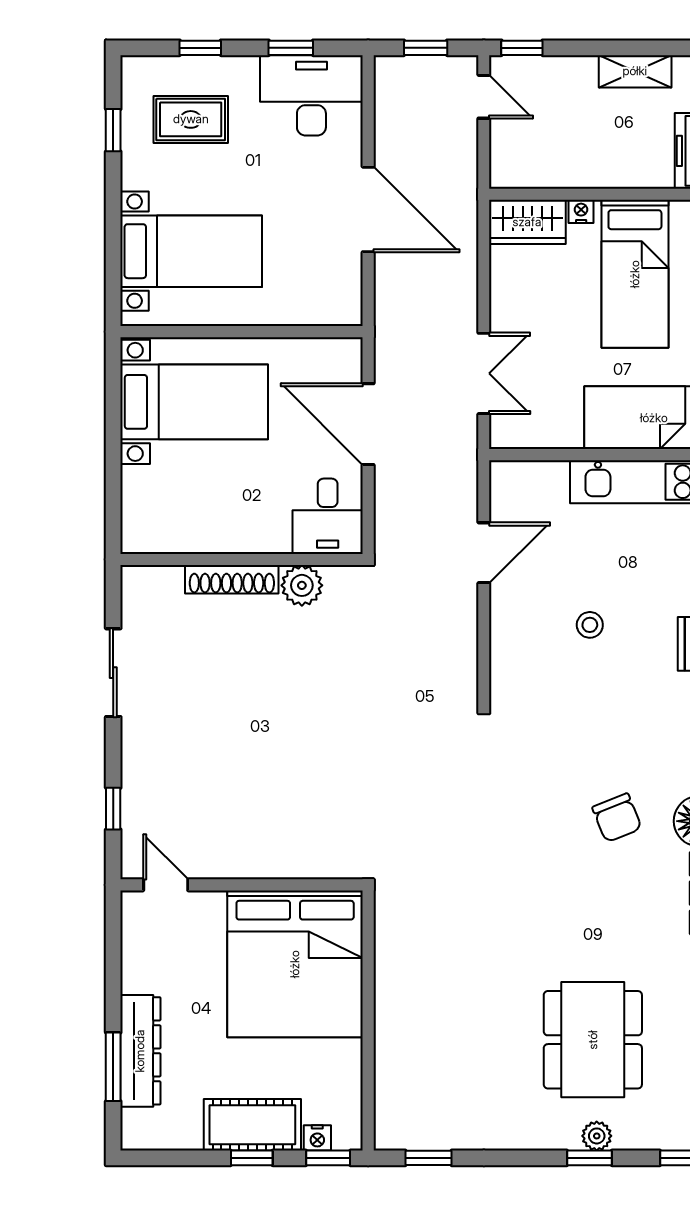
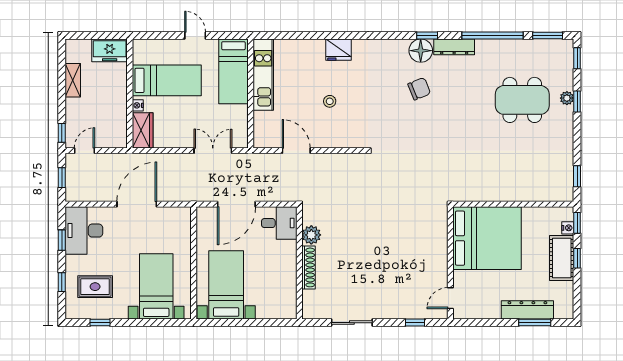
rug: (191, 119) -> (95, 287), turned 90

